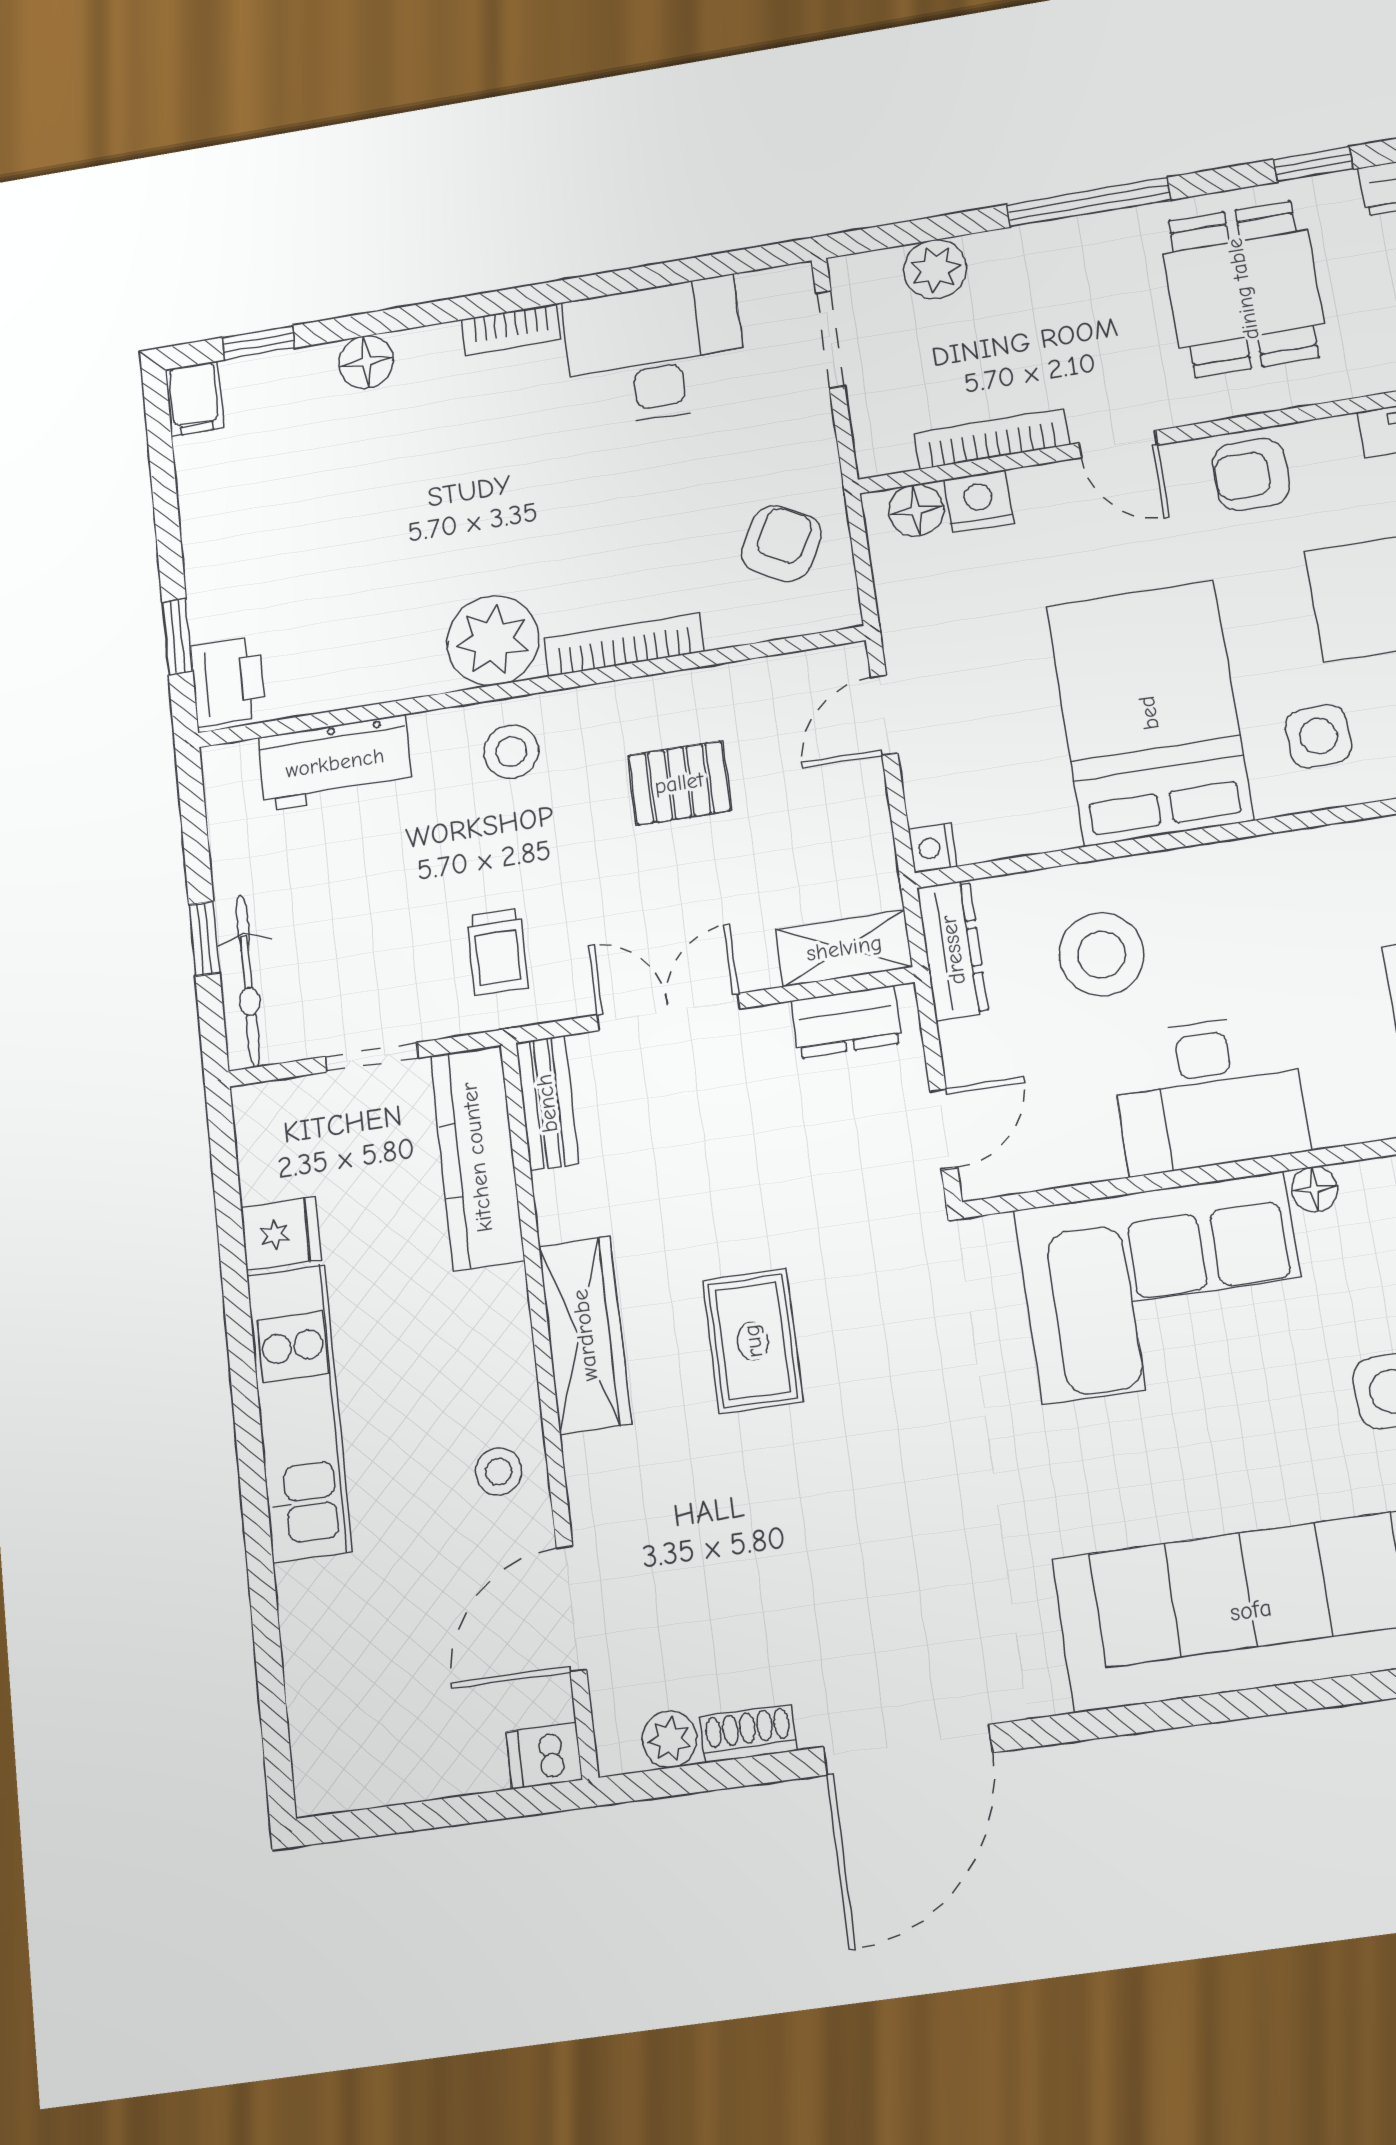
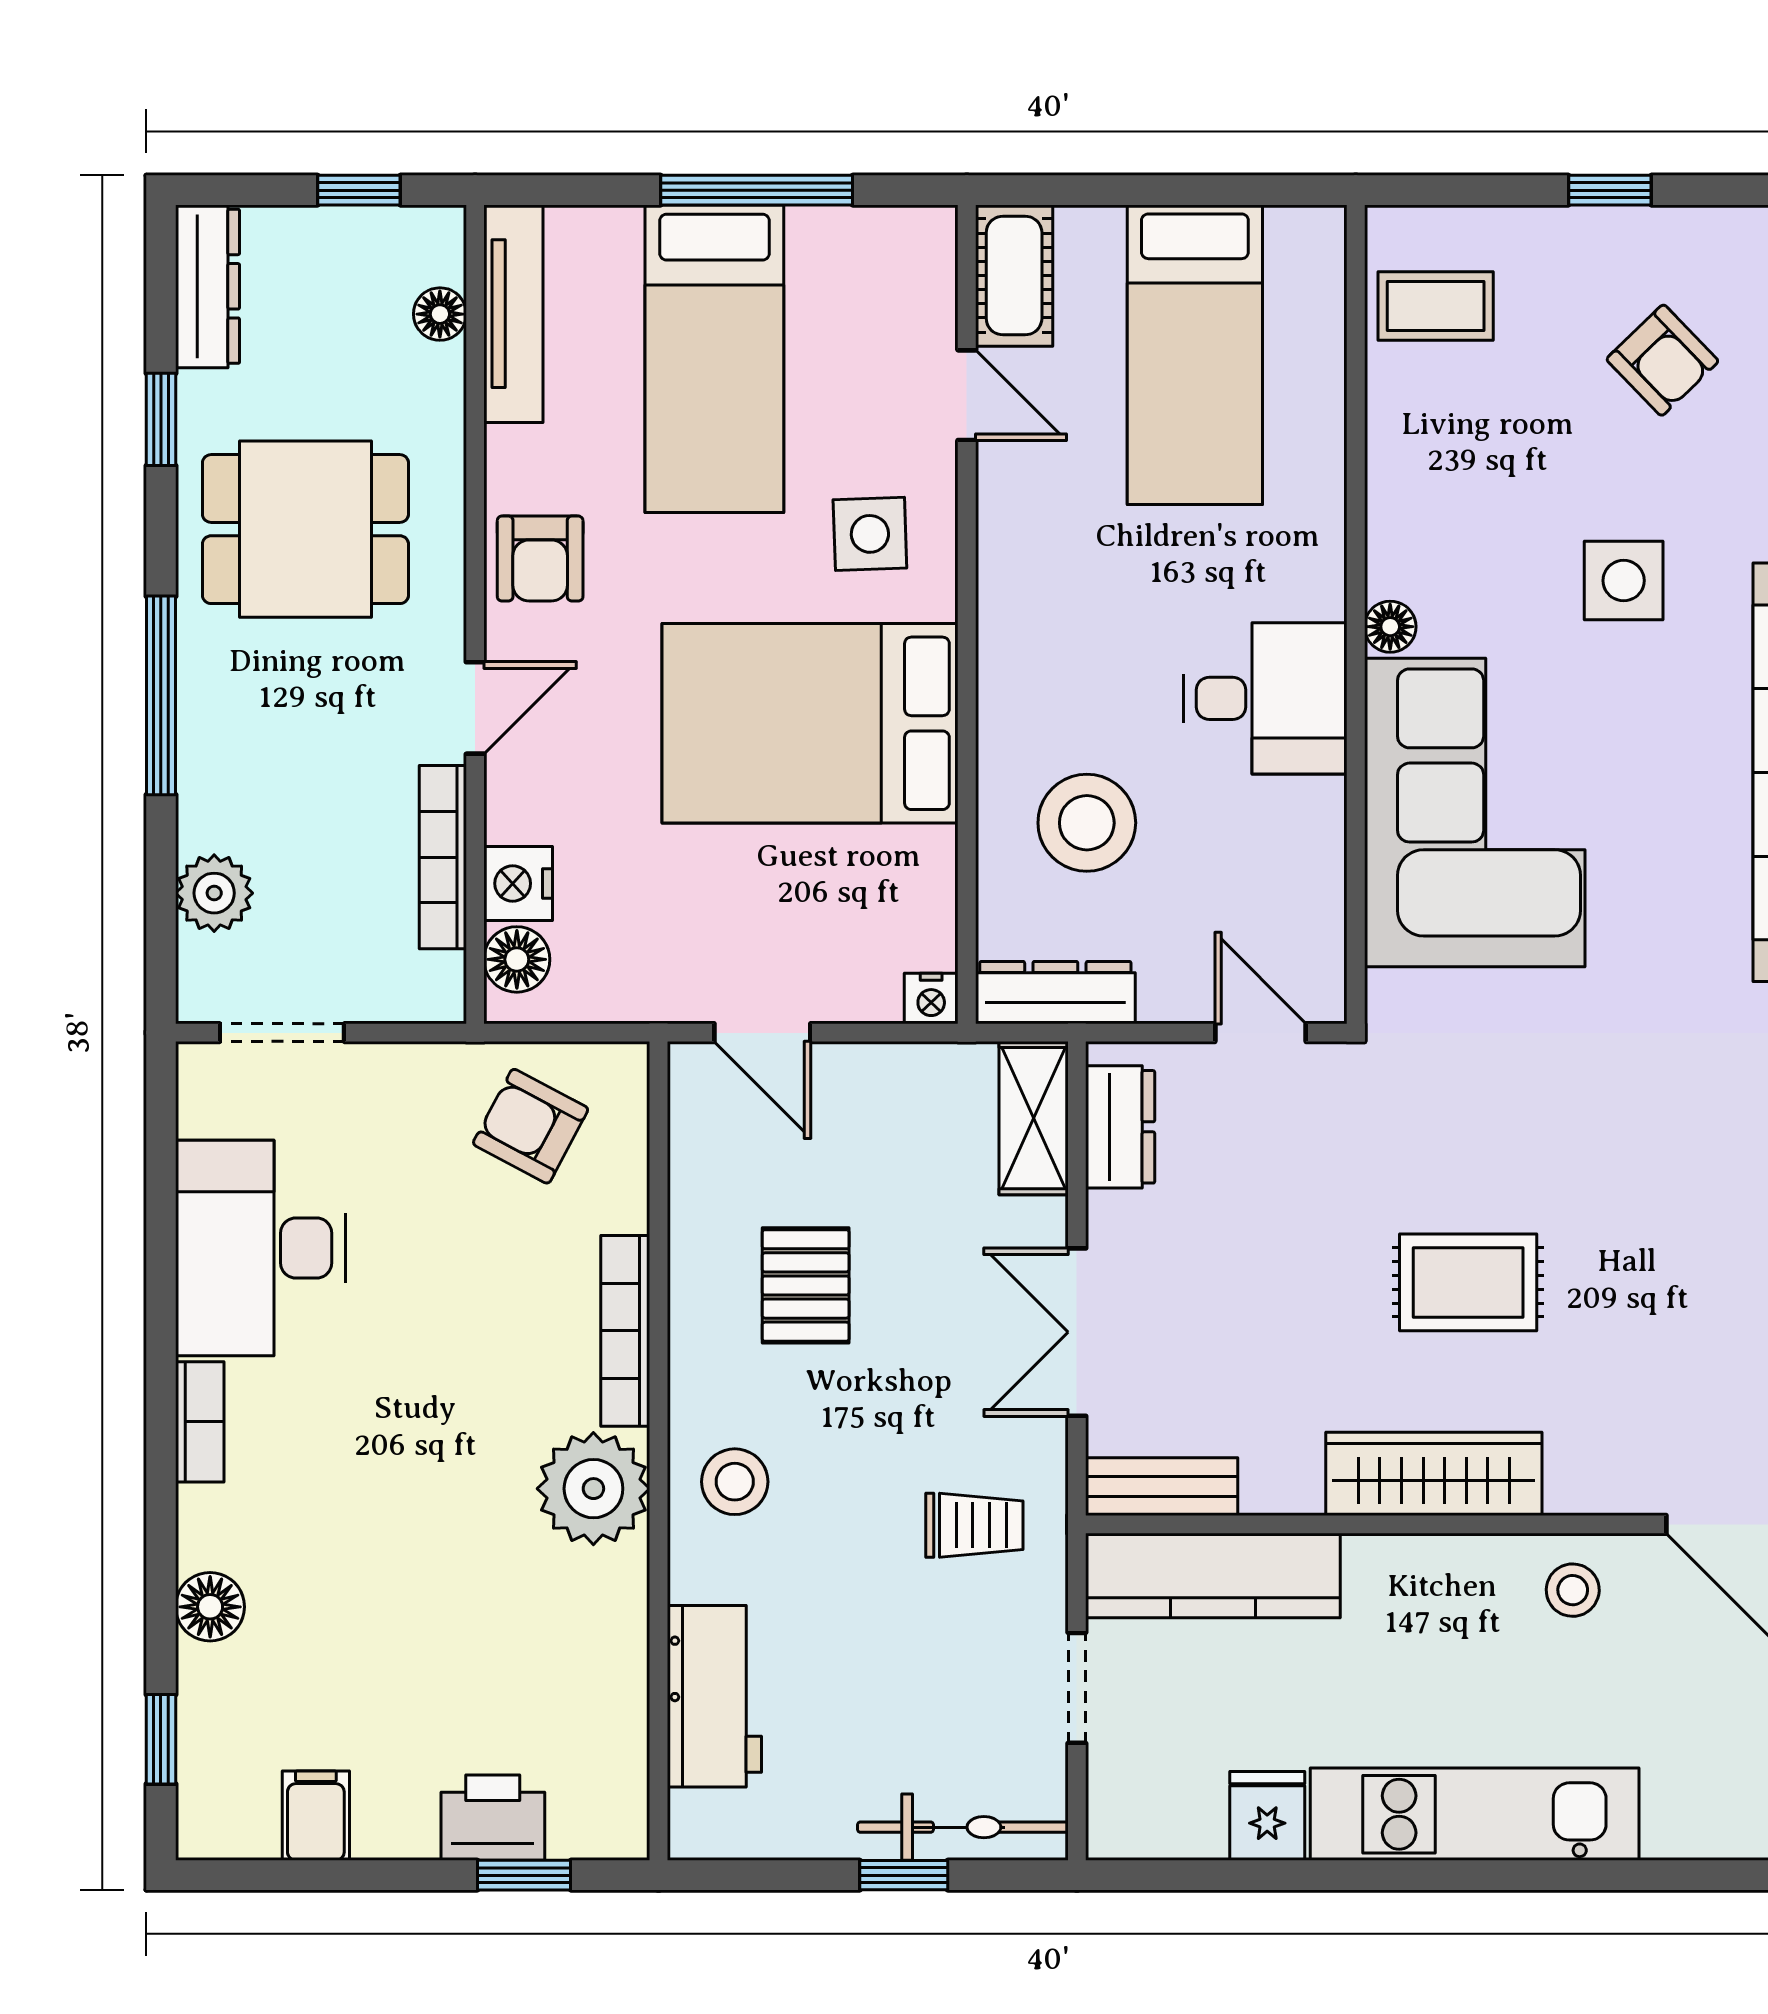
filing cabinet: (194, 399) -> (316, 1816), moved, turned -90
printer: (228, 681) -> (493, 1818), moved
desk: (1209, 1094) -> (1265, 698), width x0.73

